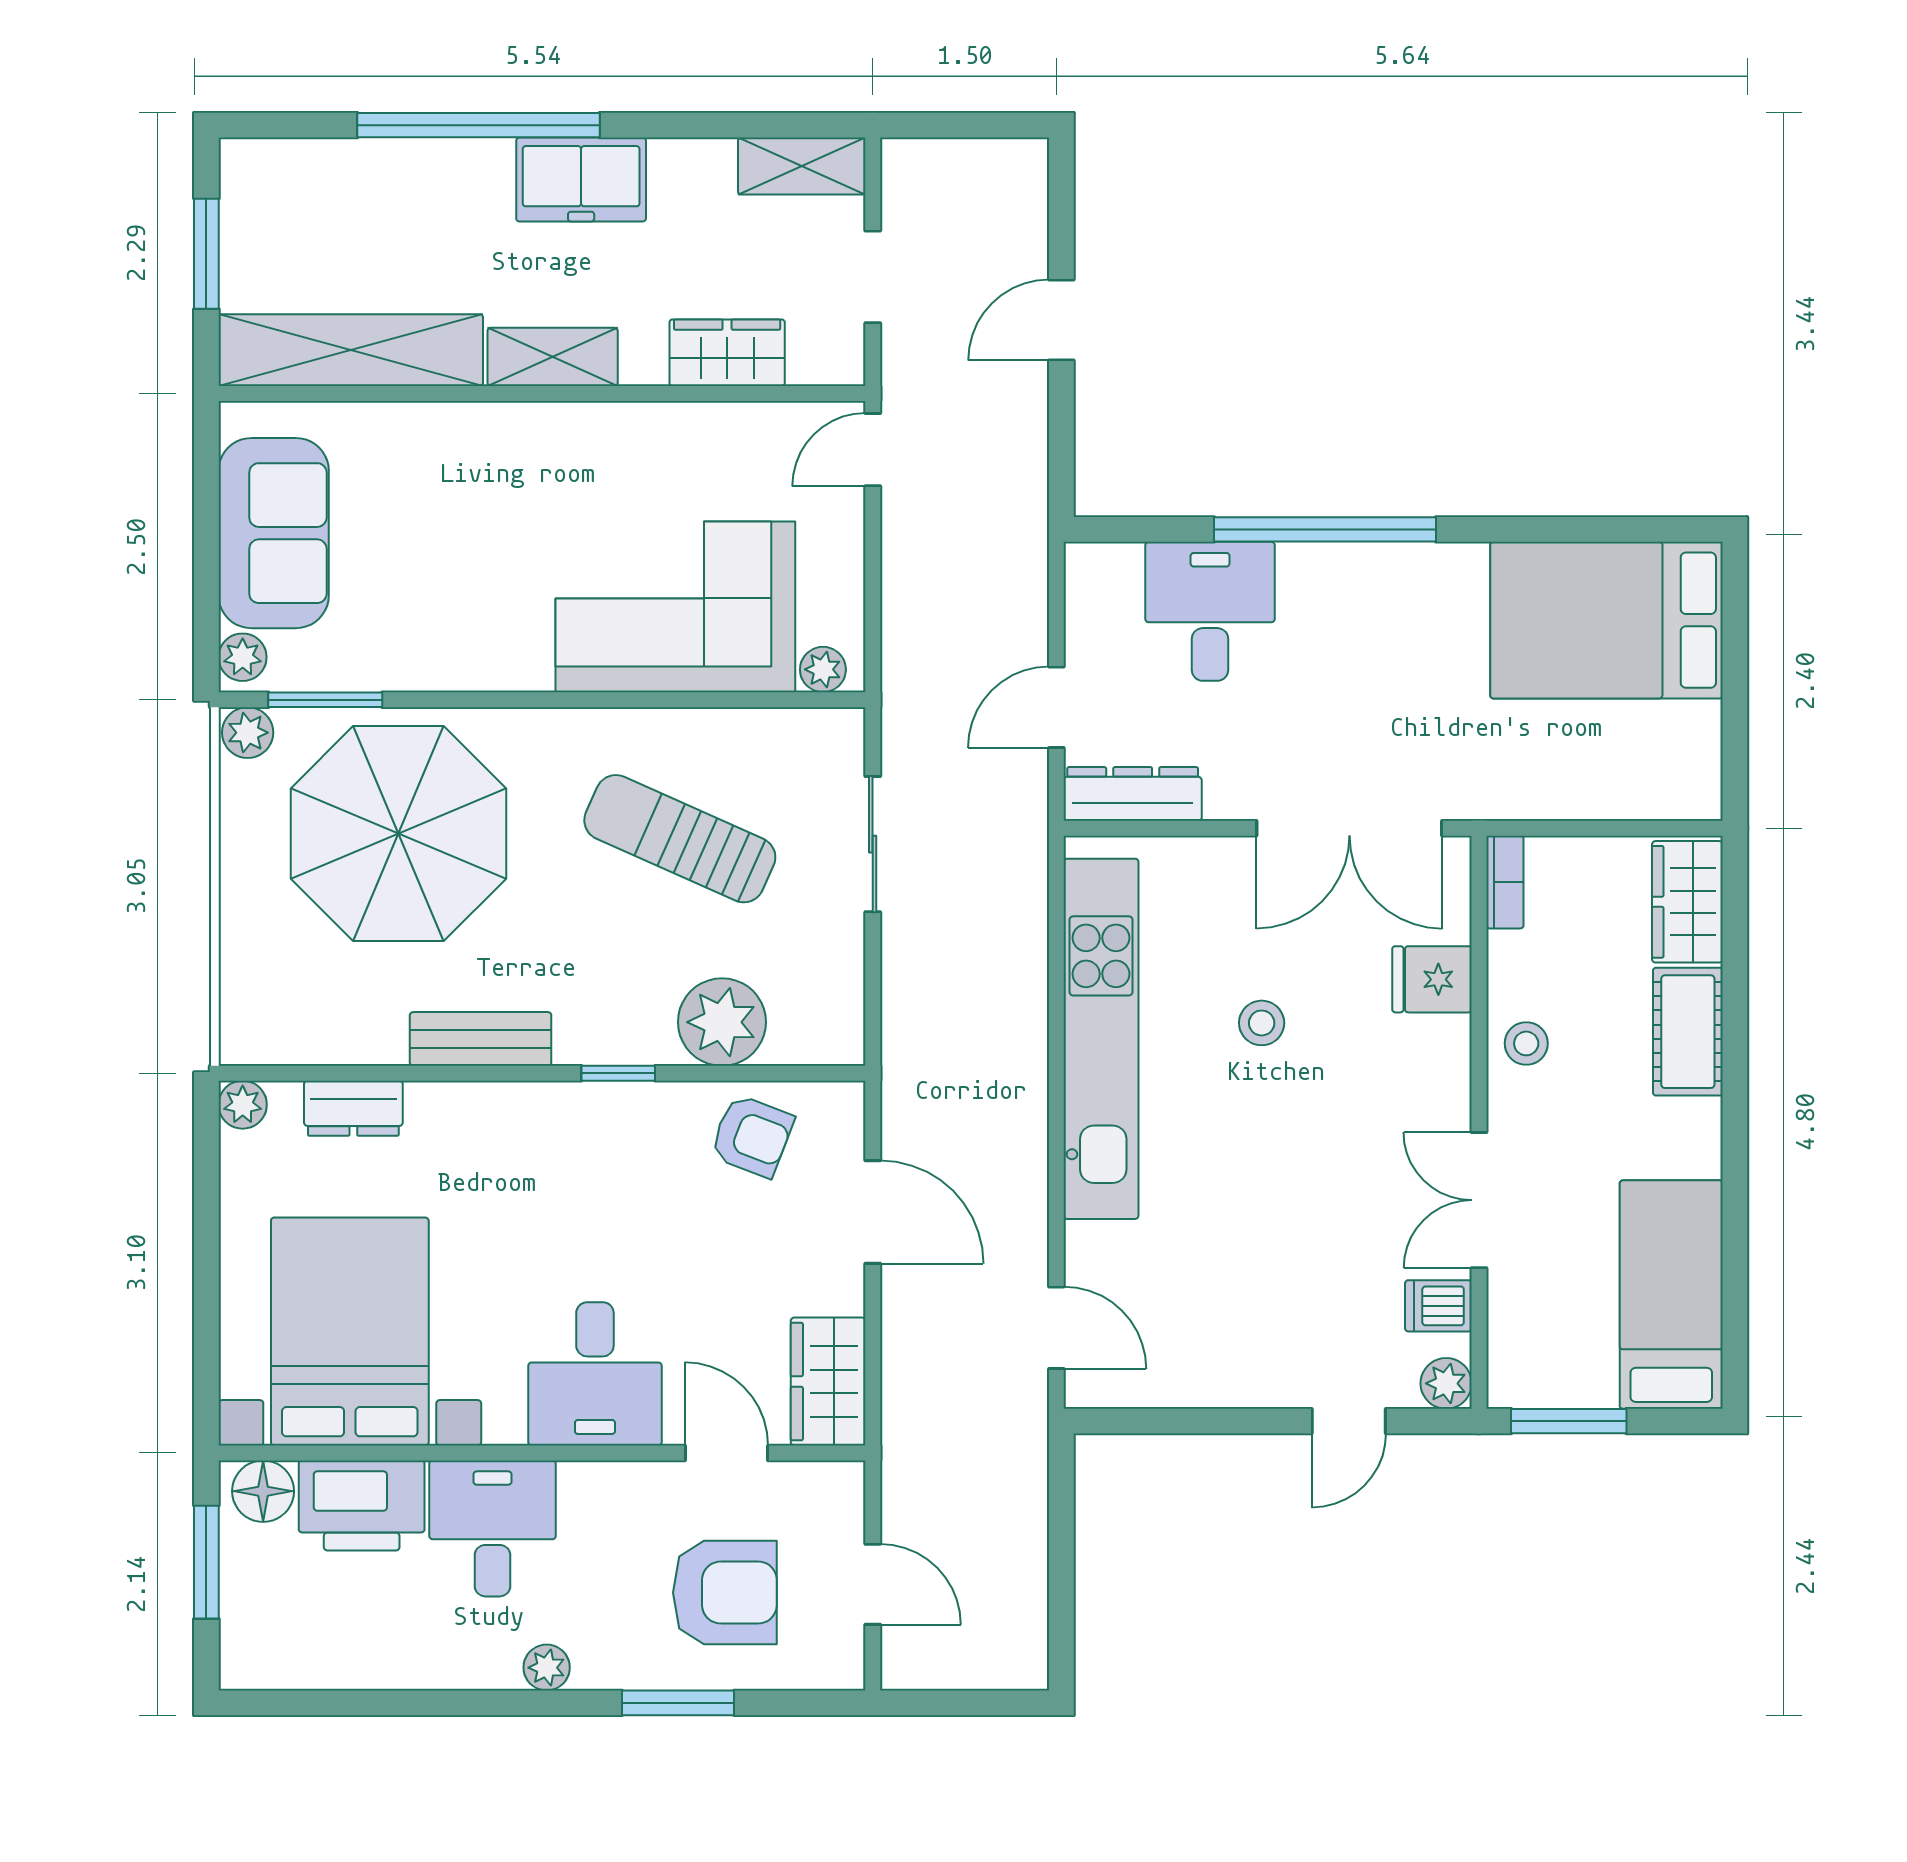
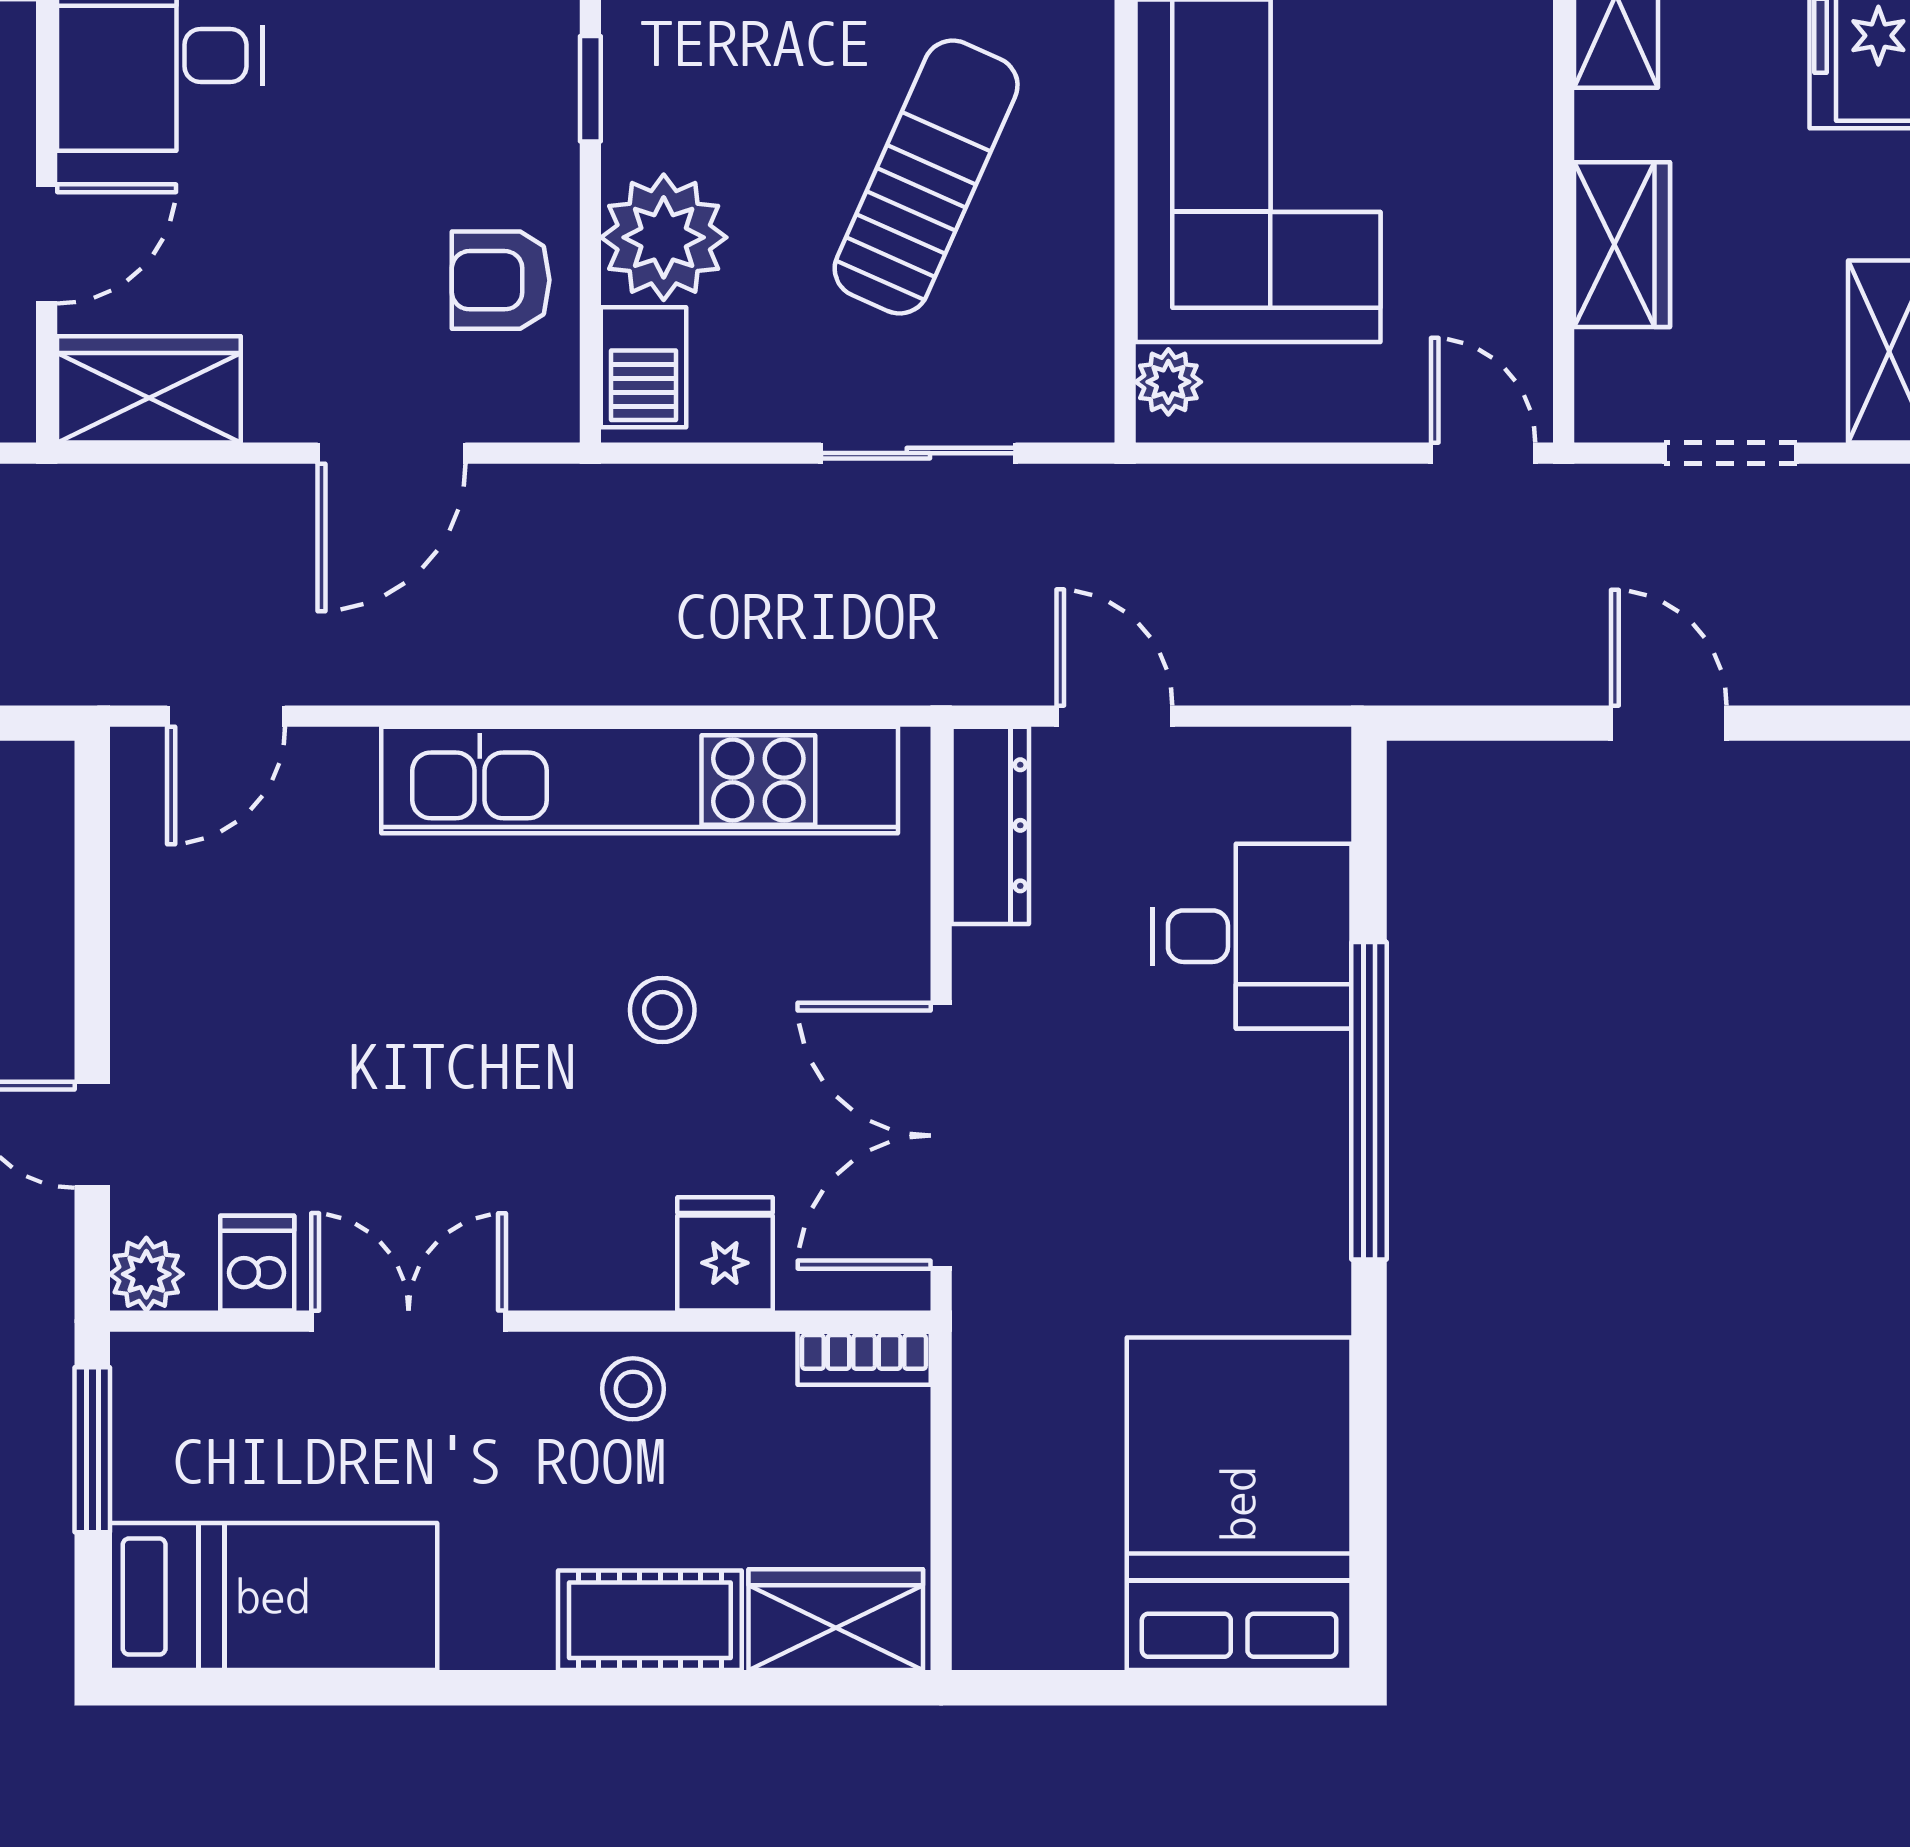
barbecue: (813, 1036) -> (643, 367), added
armchair: (752, 1136) -> (501, 280), turned 69

